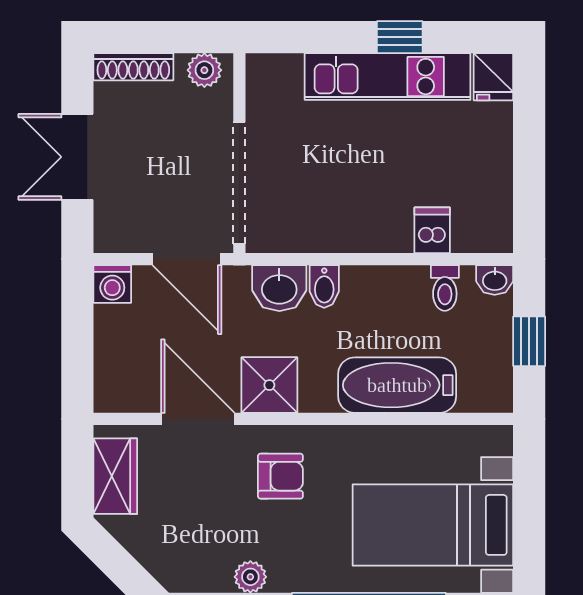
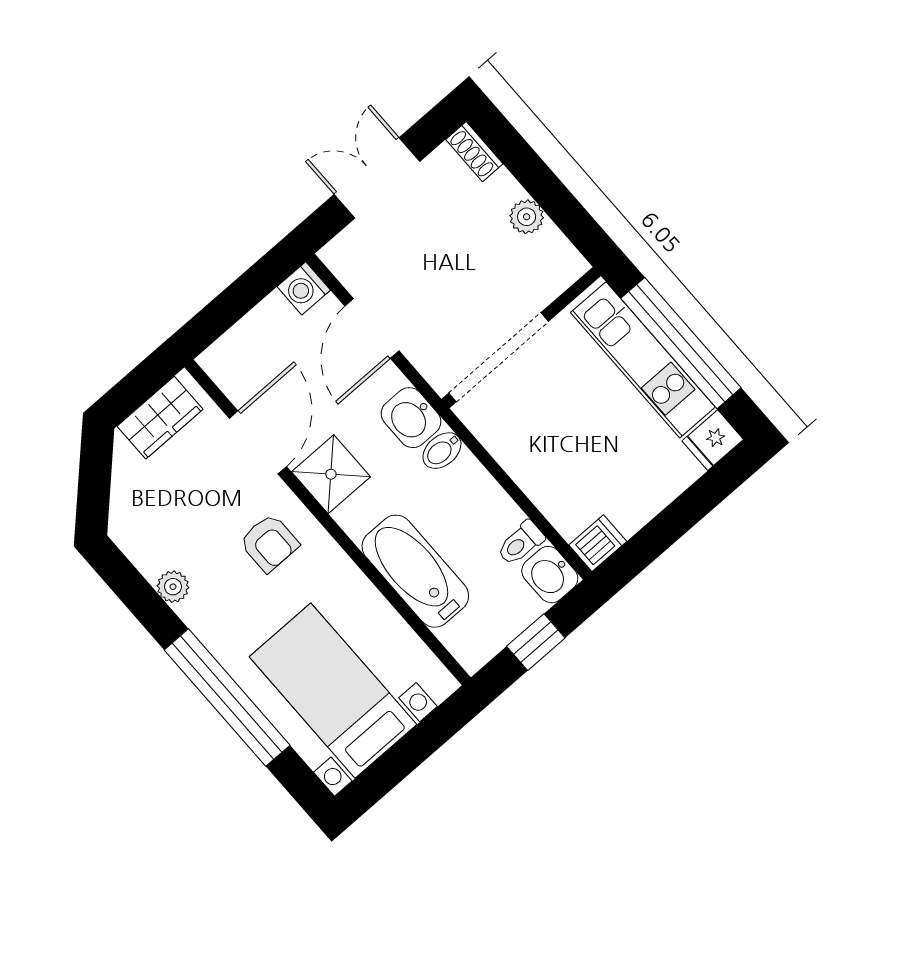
window: (400, 37) -> (681, 343), width x3.17
shoe rack: (133, 67) -> (474, 152), width x0.70
wall: (239, 153) -> (521, 337), moved
doorway: (239, 183) -> (499, 357), moved
dishwasher: (432, 230) -> (598, 543), moved
washbasin: (495, 280) -> (550, 575), width x1.38, depth x1.45

